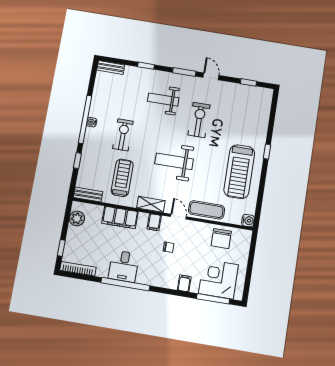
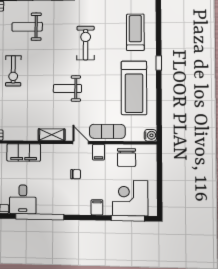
weight bench: (163, 100) -> (27, 27), moved
exercise bike: (123, 135) -> (13, 71), turned 180
weight bench: (174, 161) -> (67, 89), width x0.73, depth x0.75
treadmill: (122, 178) -> (135, 32), moved
filing cabinet: (154, 222) -> (98, 152), moved
desk: (124, 266) -> (23, 199), moved

